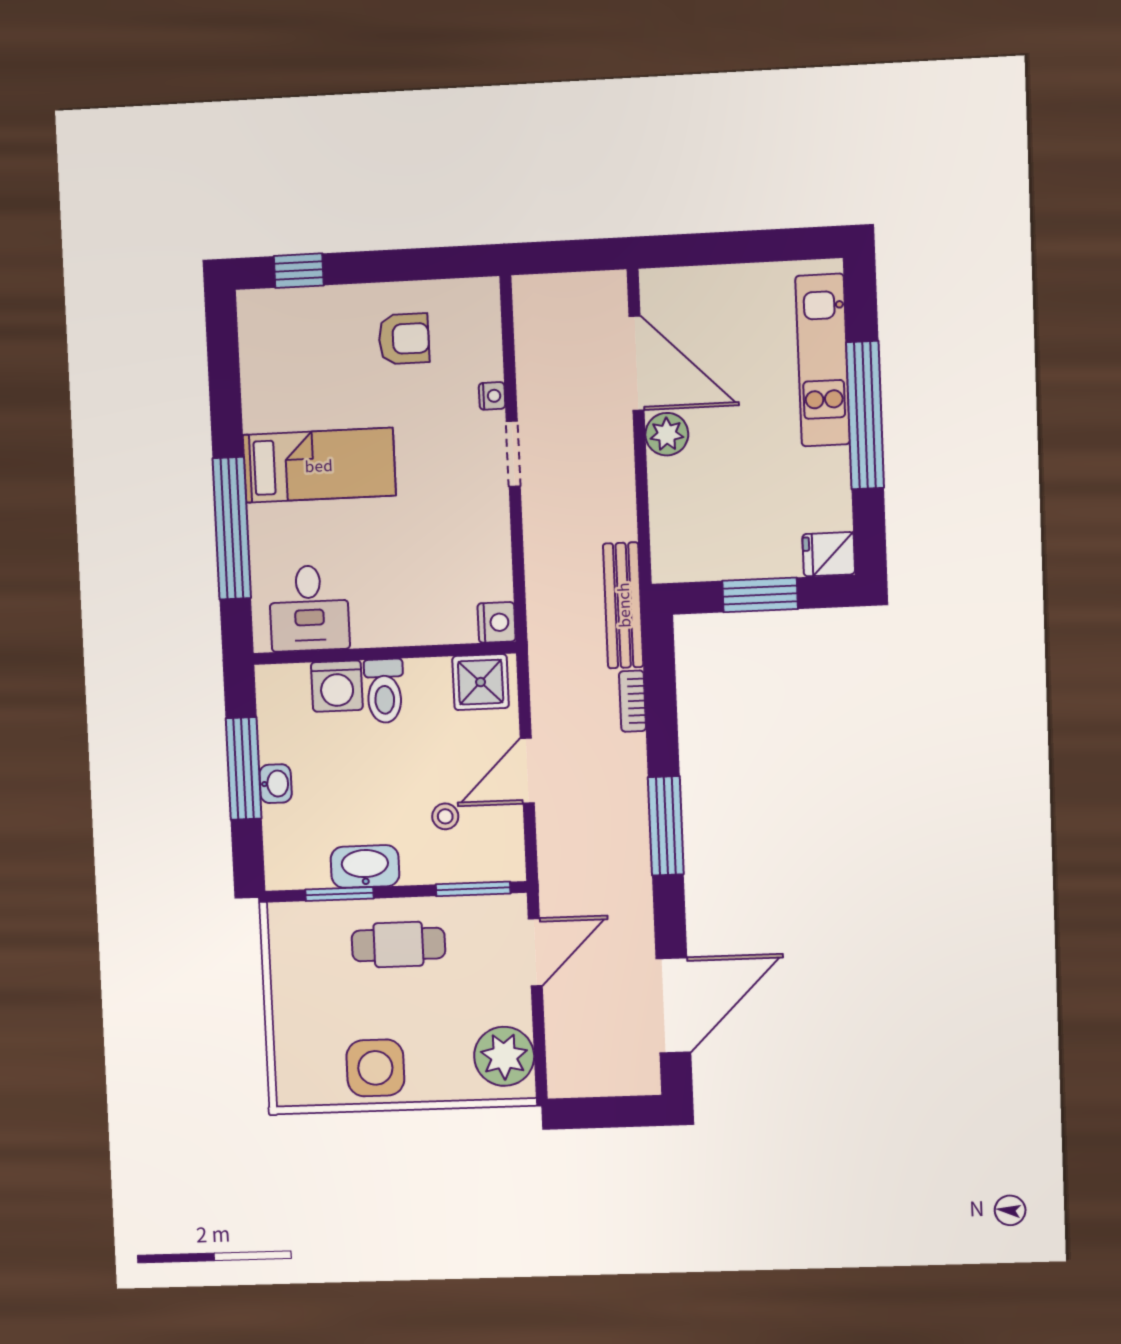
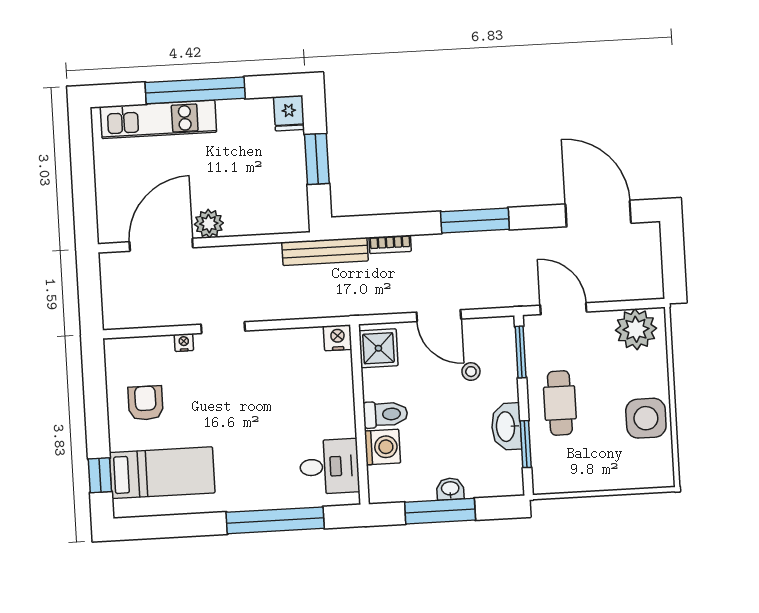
bed: (319, 465) -> (162, 473), moved, turned 90

